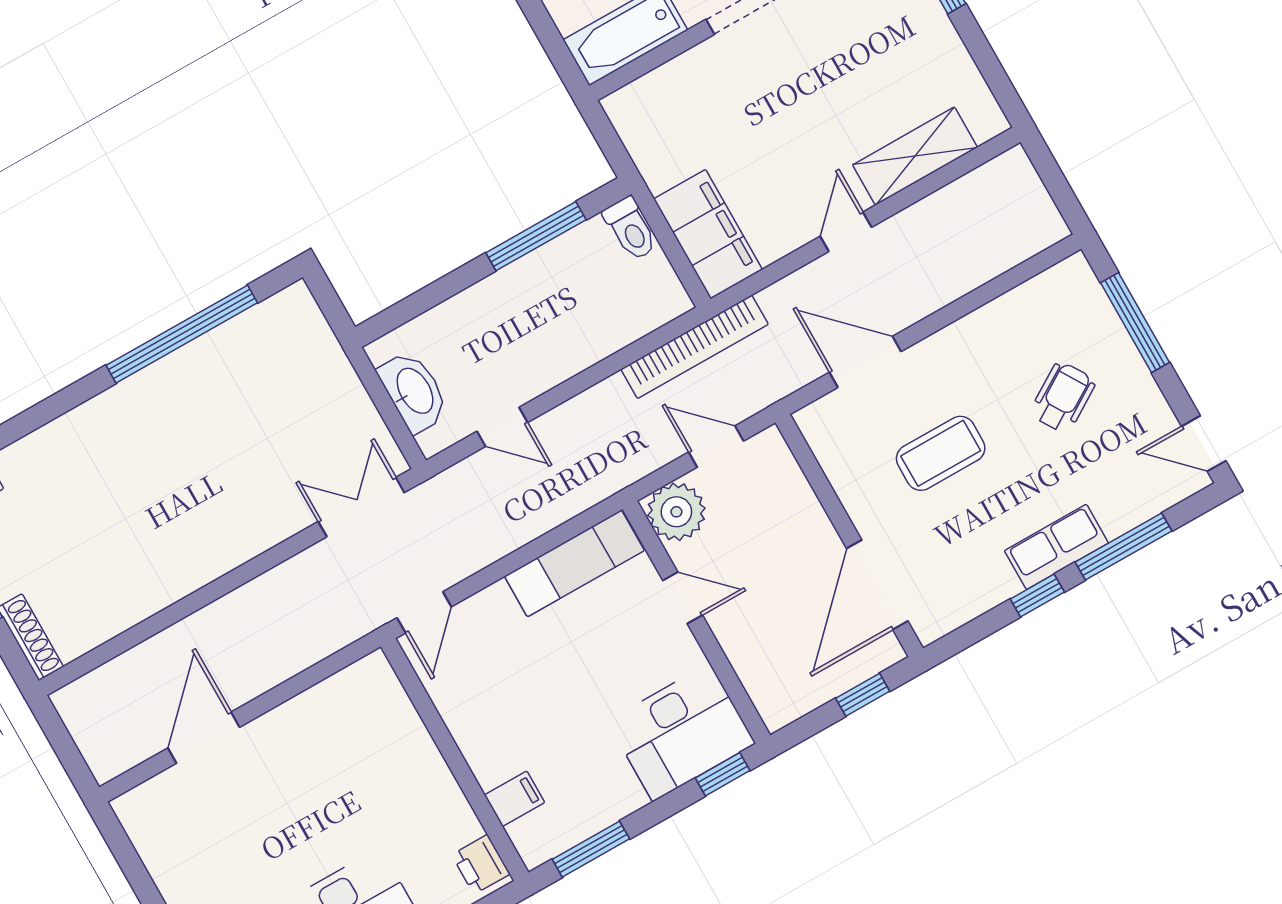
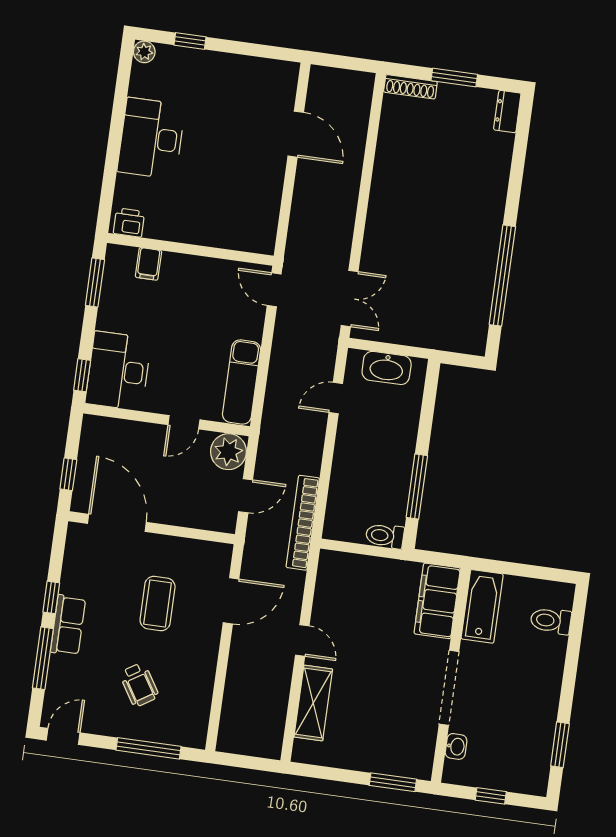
filing cabinet: (708, 234) -> (437, 601), moved, turned 90

